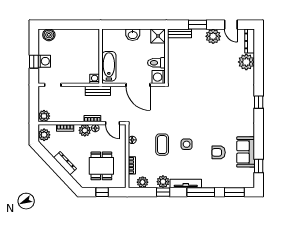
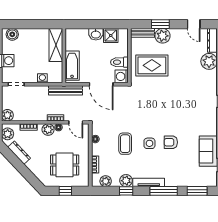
shower: (158, 36) -> (111, 35), moved
plant: (213, 36) -> (163, 36), moved
shelving: (93, 46) -> (56, 45), added
rug: (189, 66) -> (152, 65), added
washing machine: (95, 79) -> (42, 78), moved
bench: (98, 91) -> (66, 90), width x1.36
armchair: (219, 152) -> (171, 142), moved
dresser: (65, 163) -> (19, 153), moved
dining table: (101, 166) -> (65, 165), turned 90

